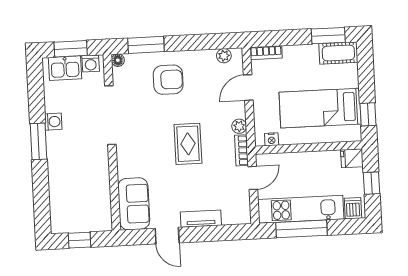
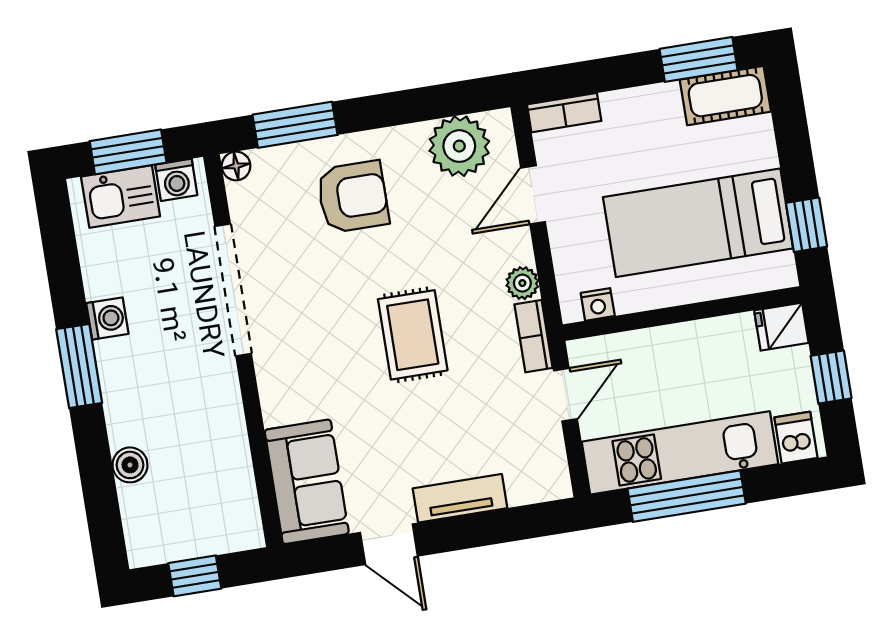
plant: (224, 56) -> (459, 146), width x1.87, depth x1.87
boiler: (56, 188) -> (130, 465), added

